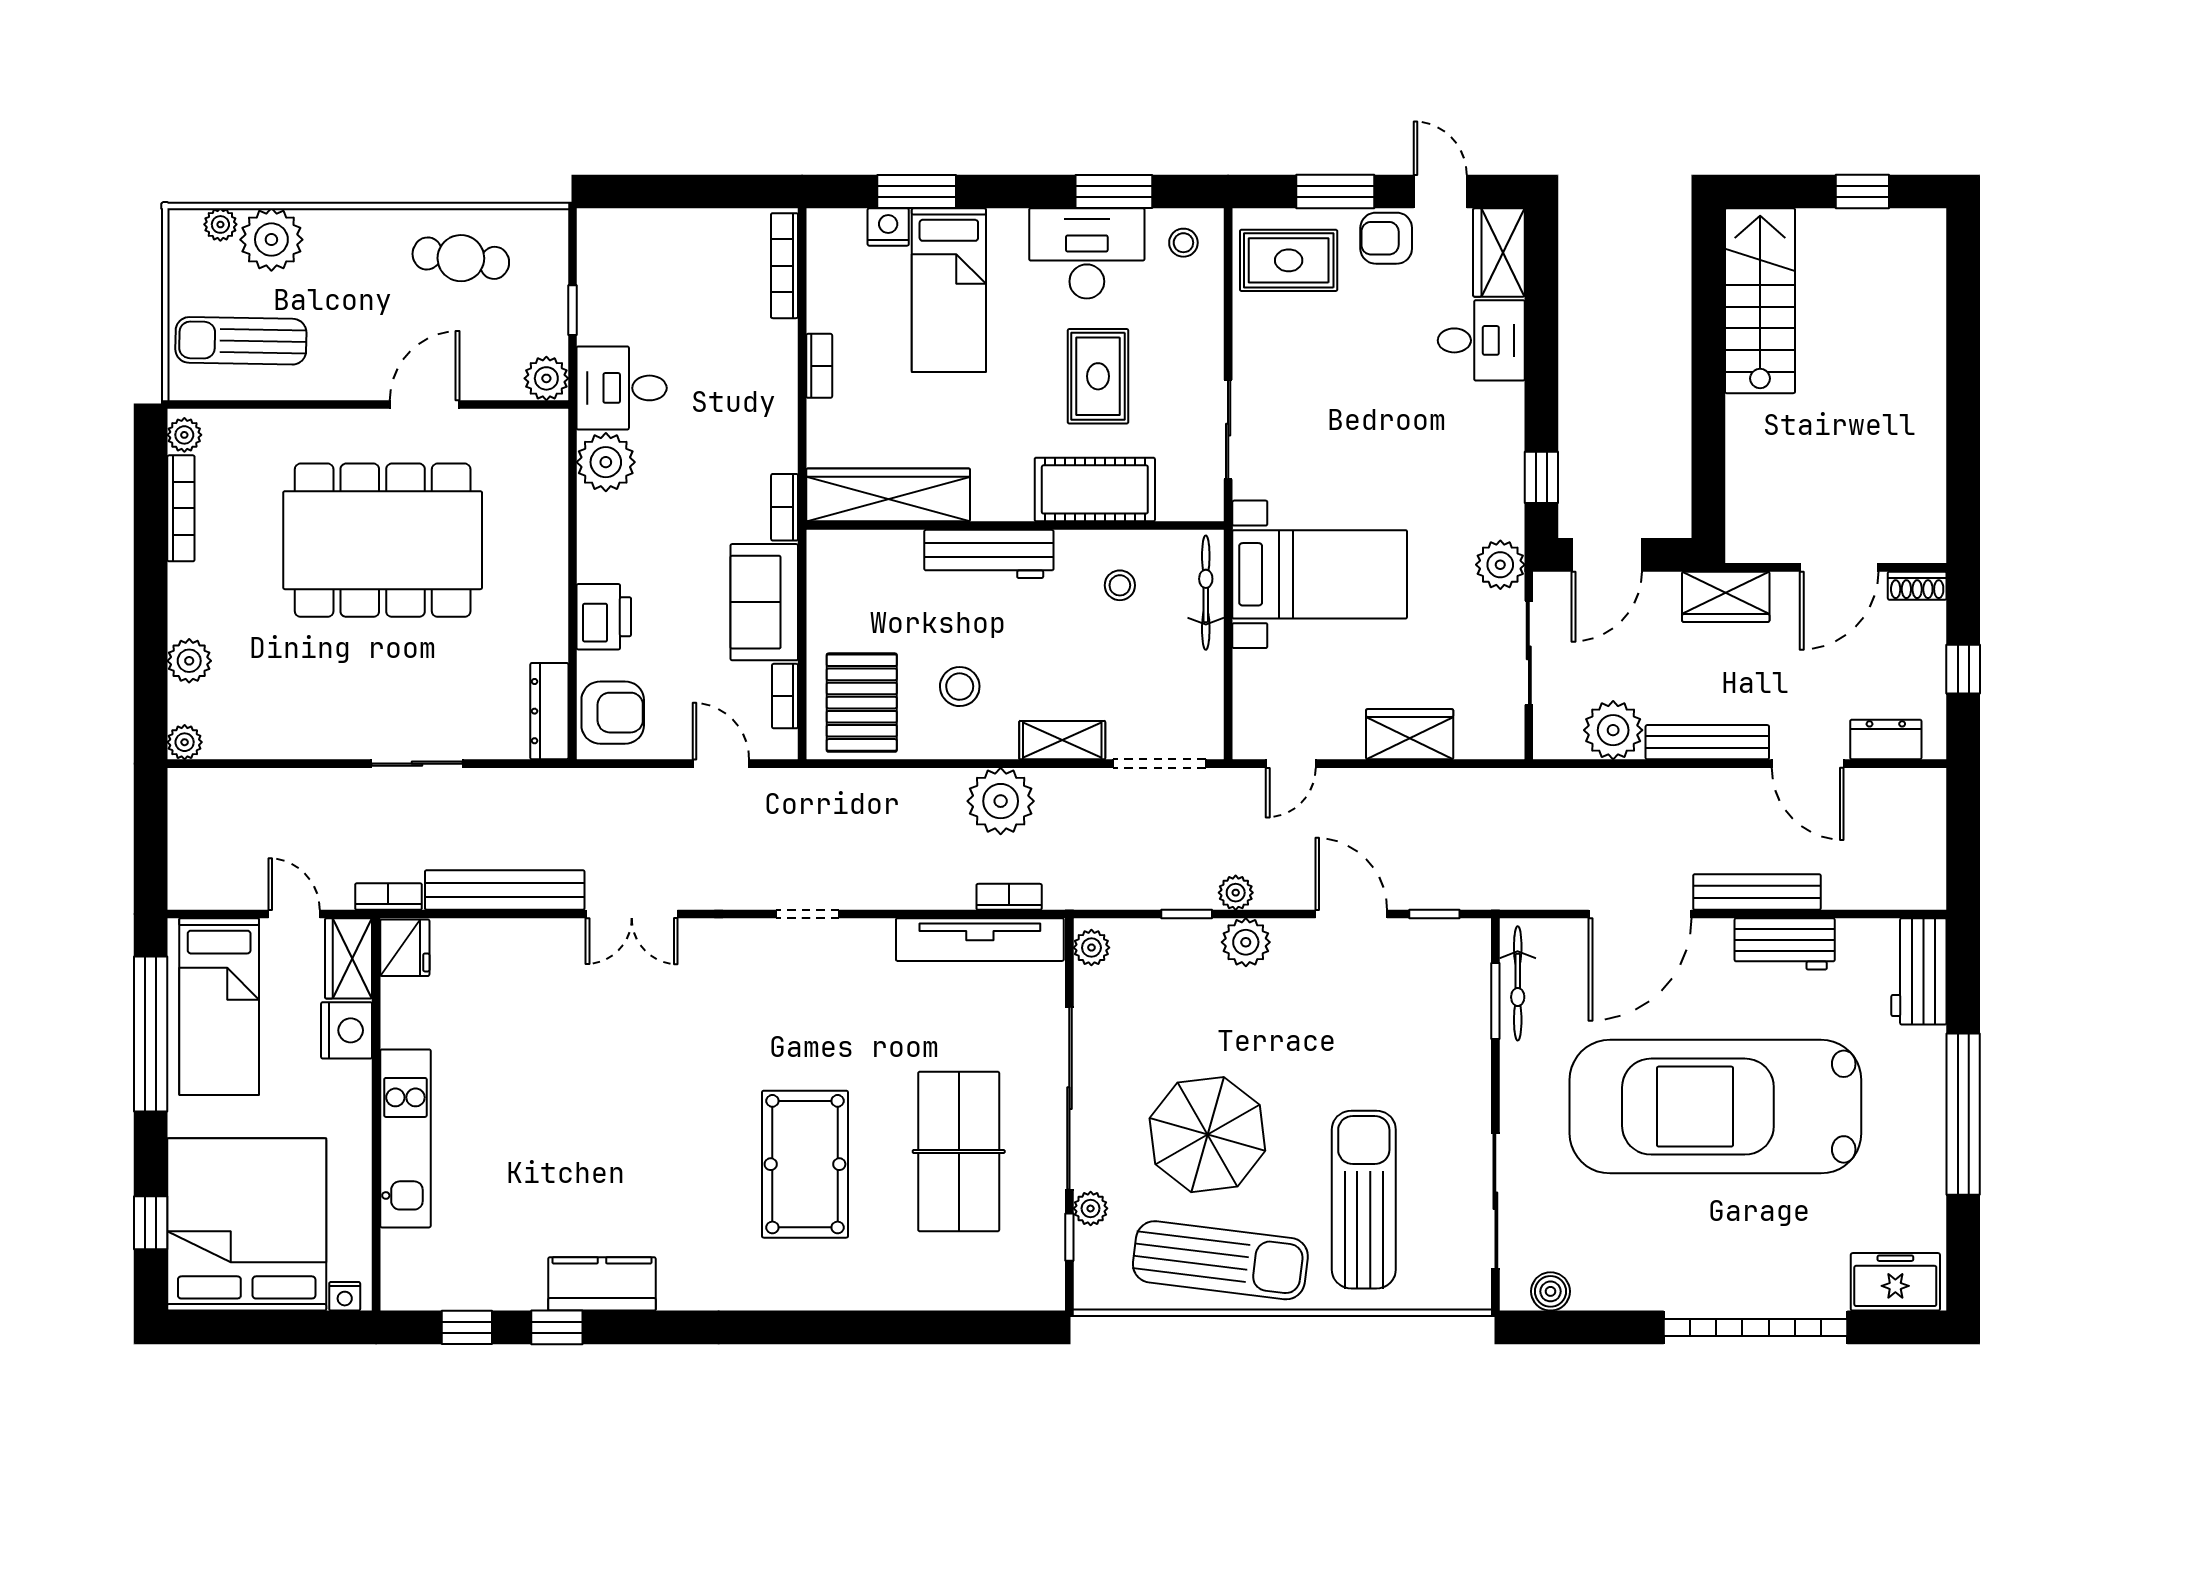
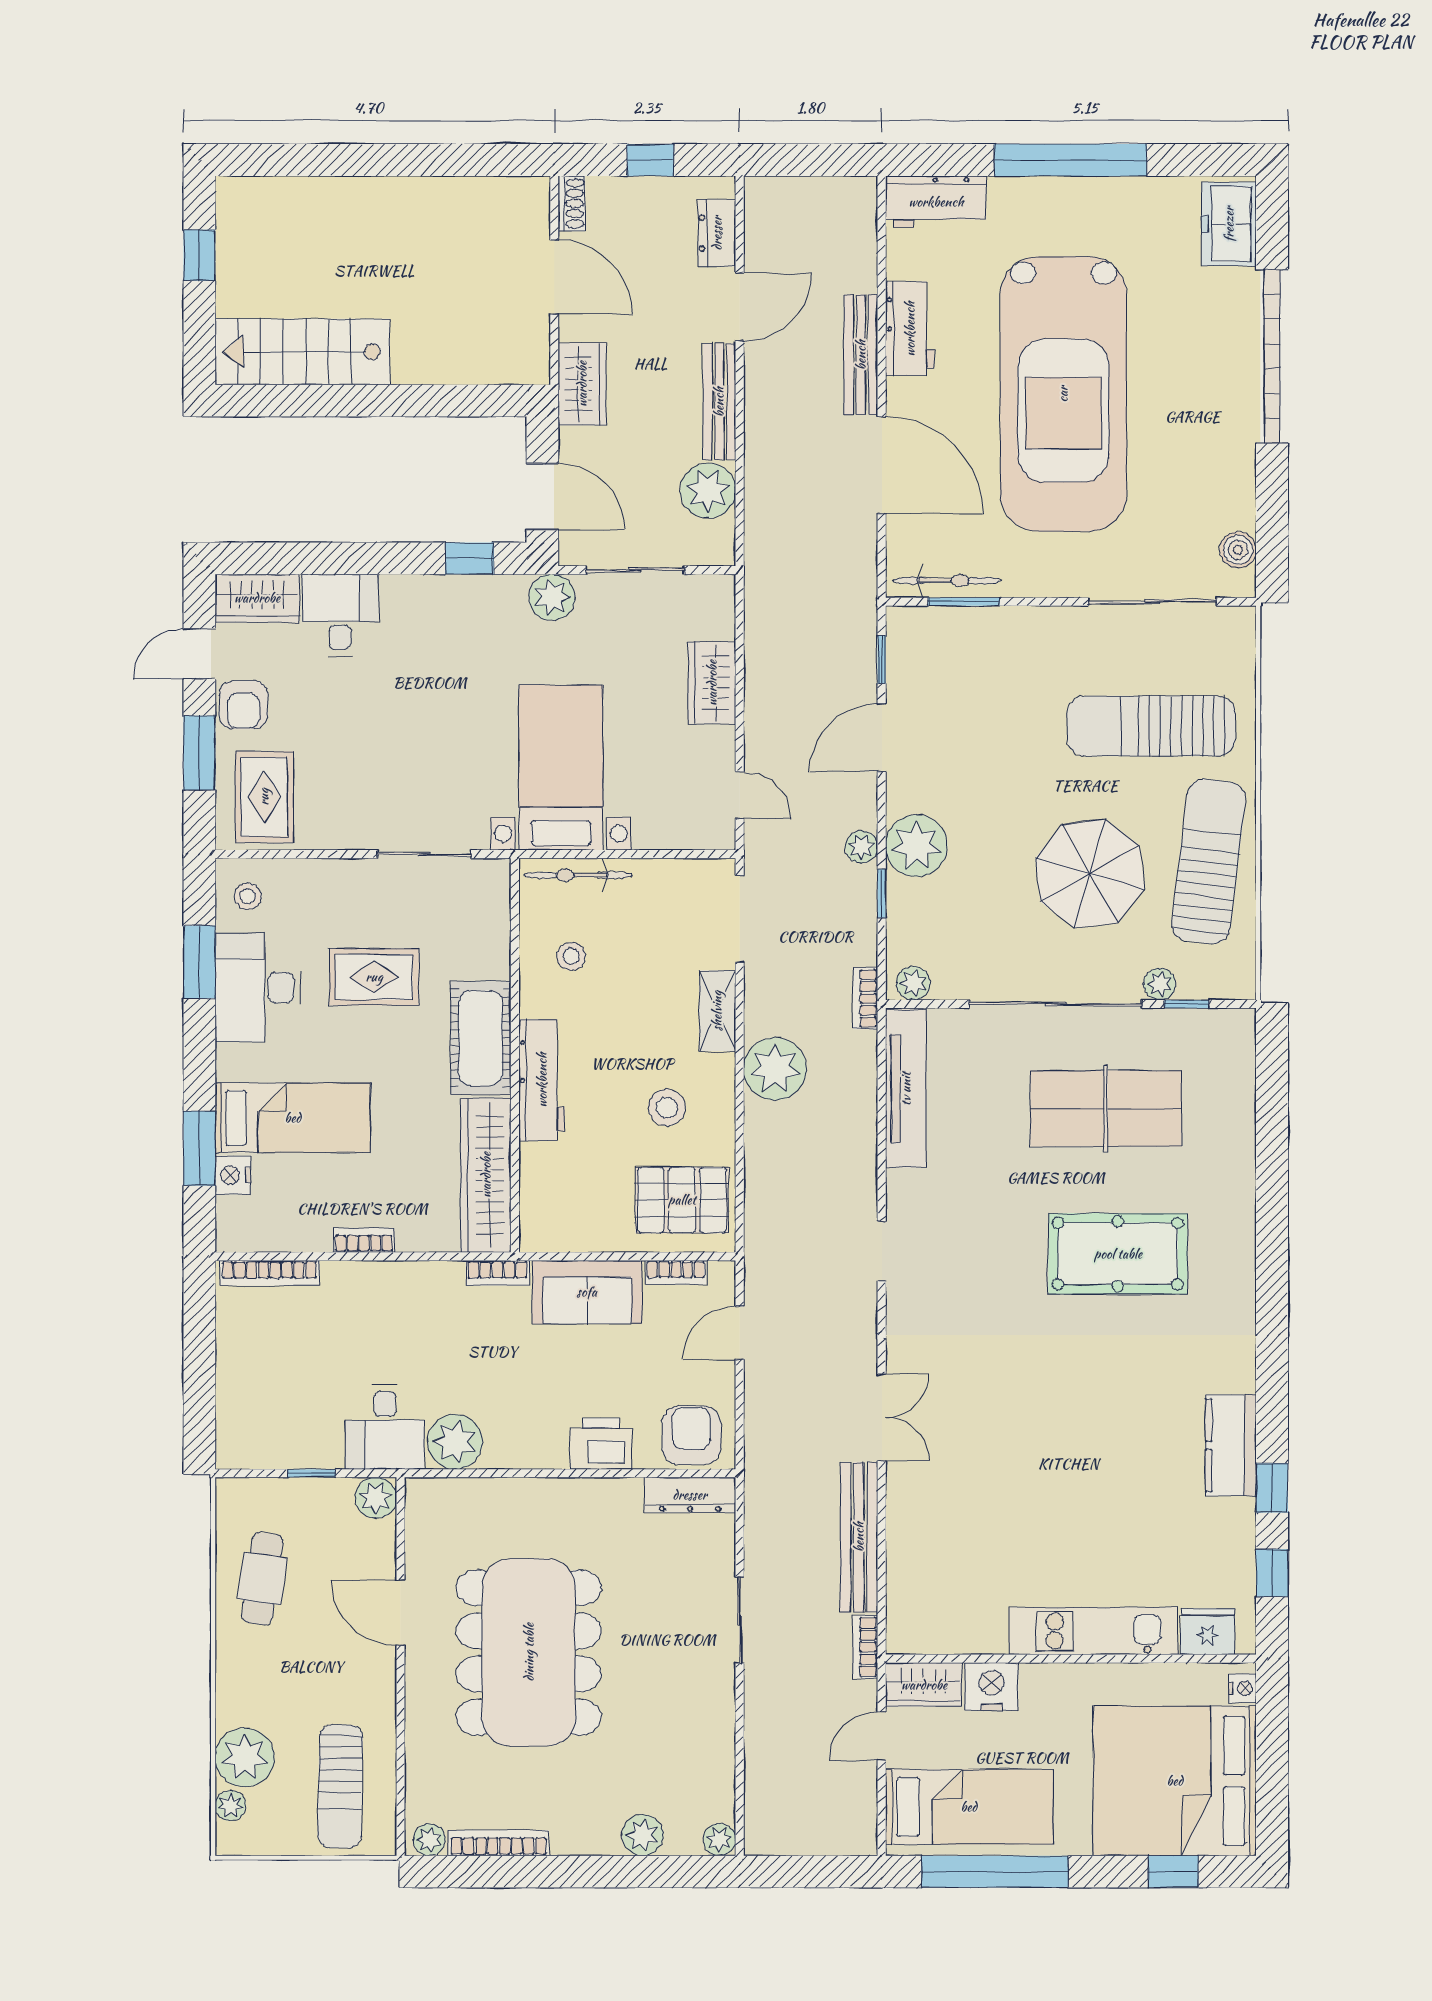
cot: (1095, 489) -> (481, 1038), moved
bookcase: (1009, 897) -> (865, 998), moved
plant: (1246, 942) -> (917, 846), width x1.36, depth x1.36
fridge: (405, 948) -> (1208, 1632), moved

